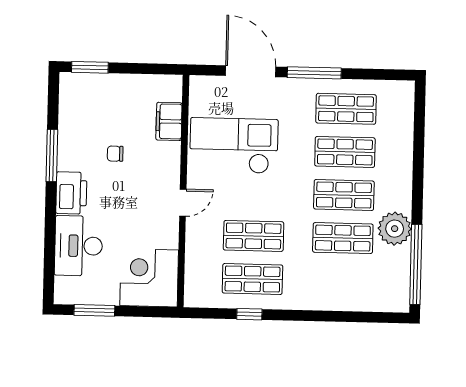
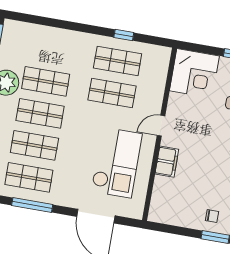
window: (314, 73) -> (32, 205), moved
filing cabinet: (169, 121) -> (167, 162), moved
checkout: (234, 146) -> (117, 162), turned -90
chair: (115, 154) -> (212, 216), moved

